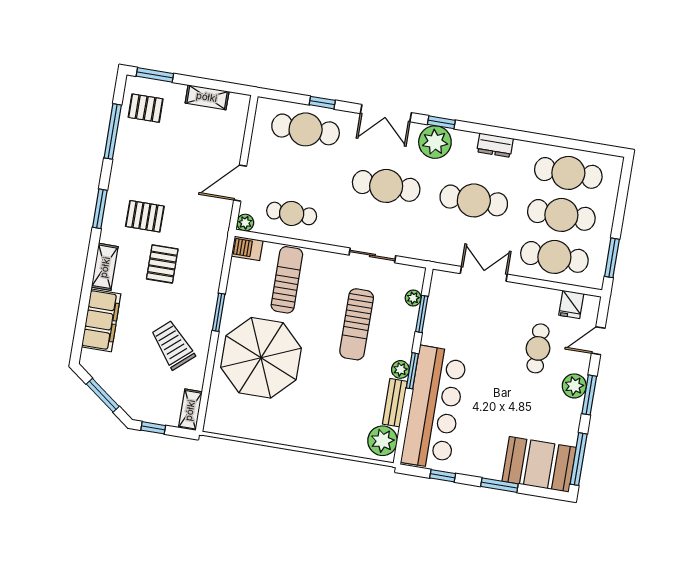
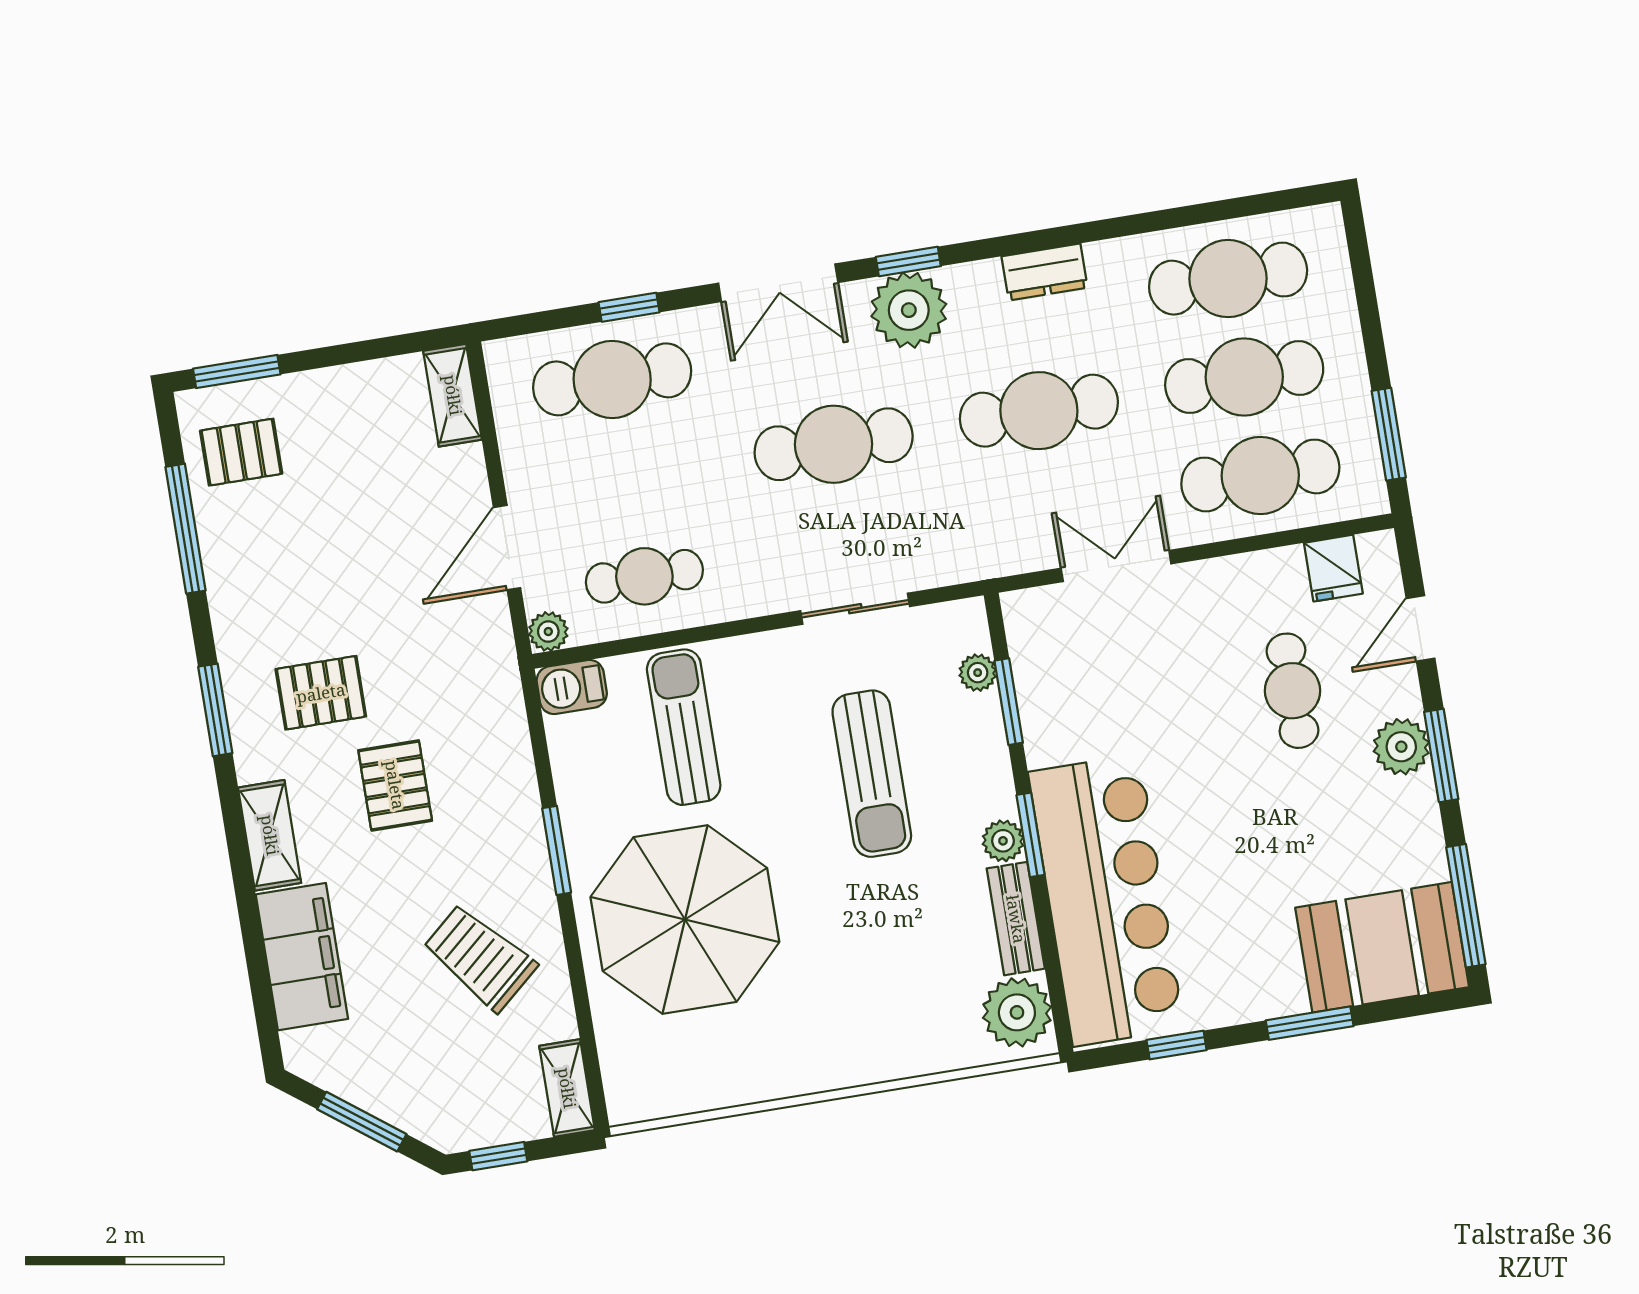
shelving: (207, 97) -> (453, 395), moved, turned 90

